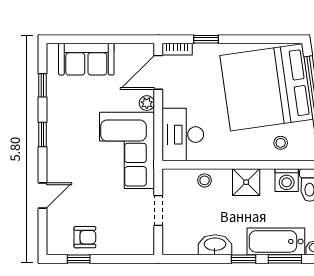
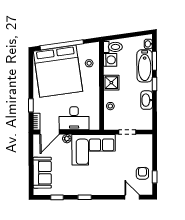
door: (158, 72) -> (50, 132), hinge flipped
desk: (183, 135) -> (74, 118), moved
door: (42, 196) -> (132, 197), moved

